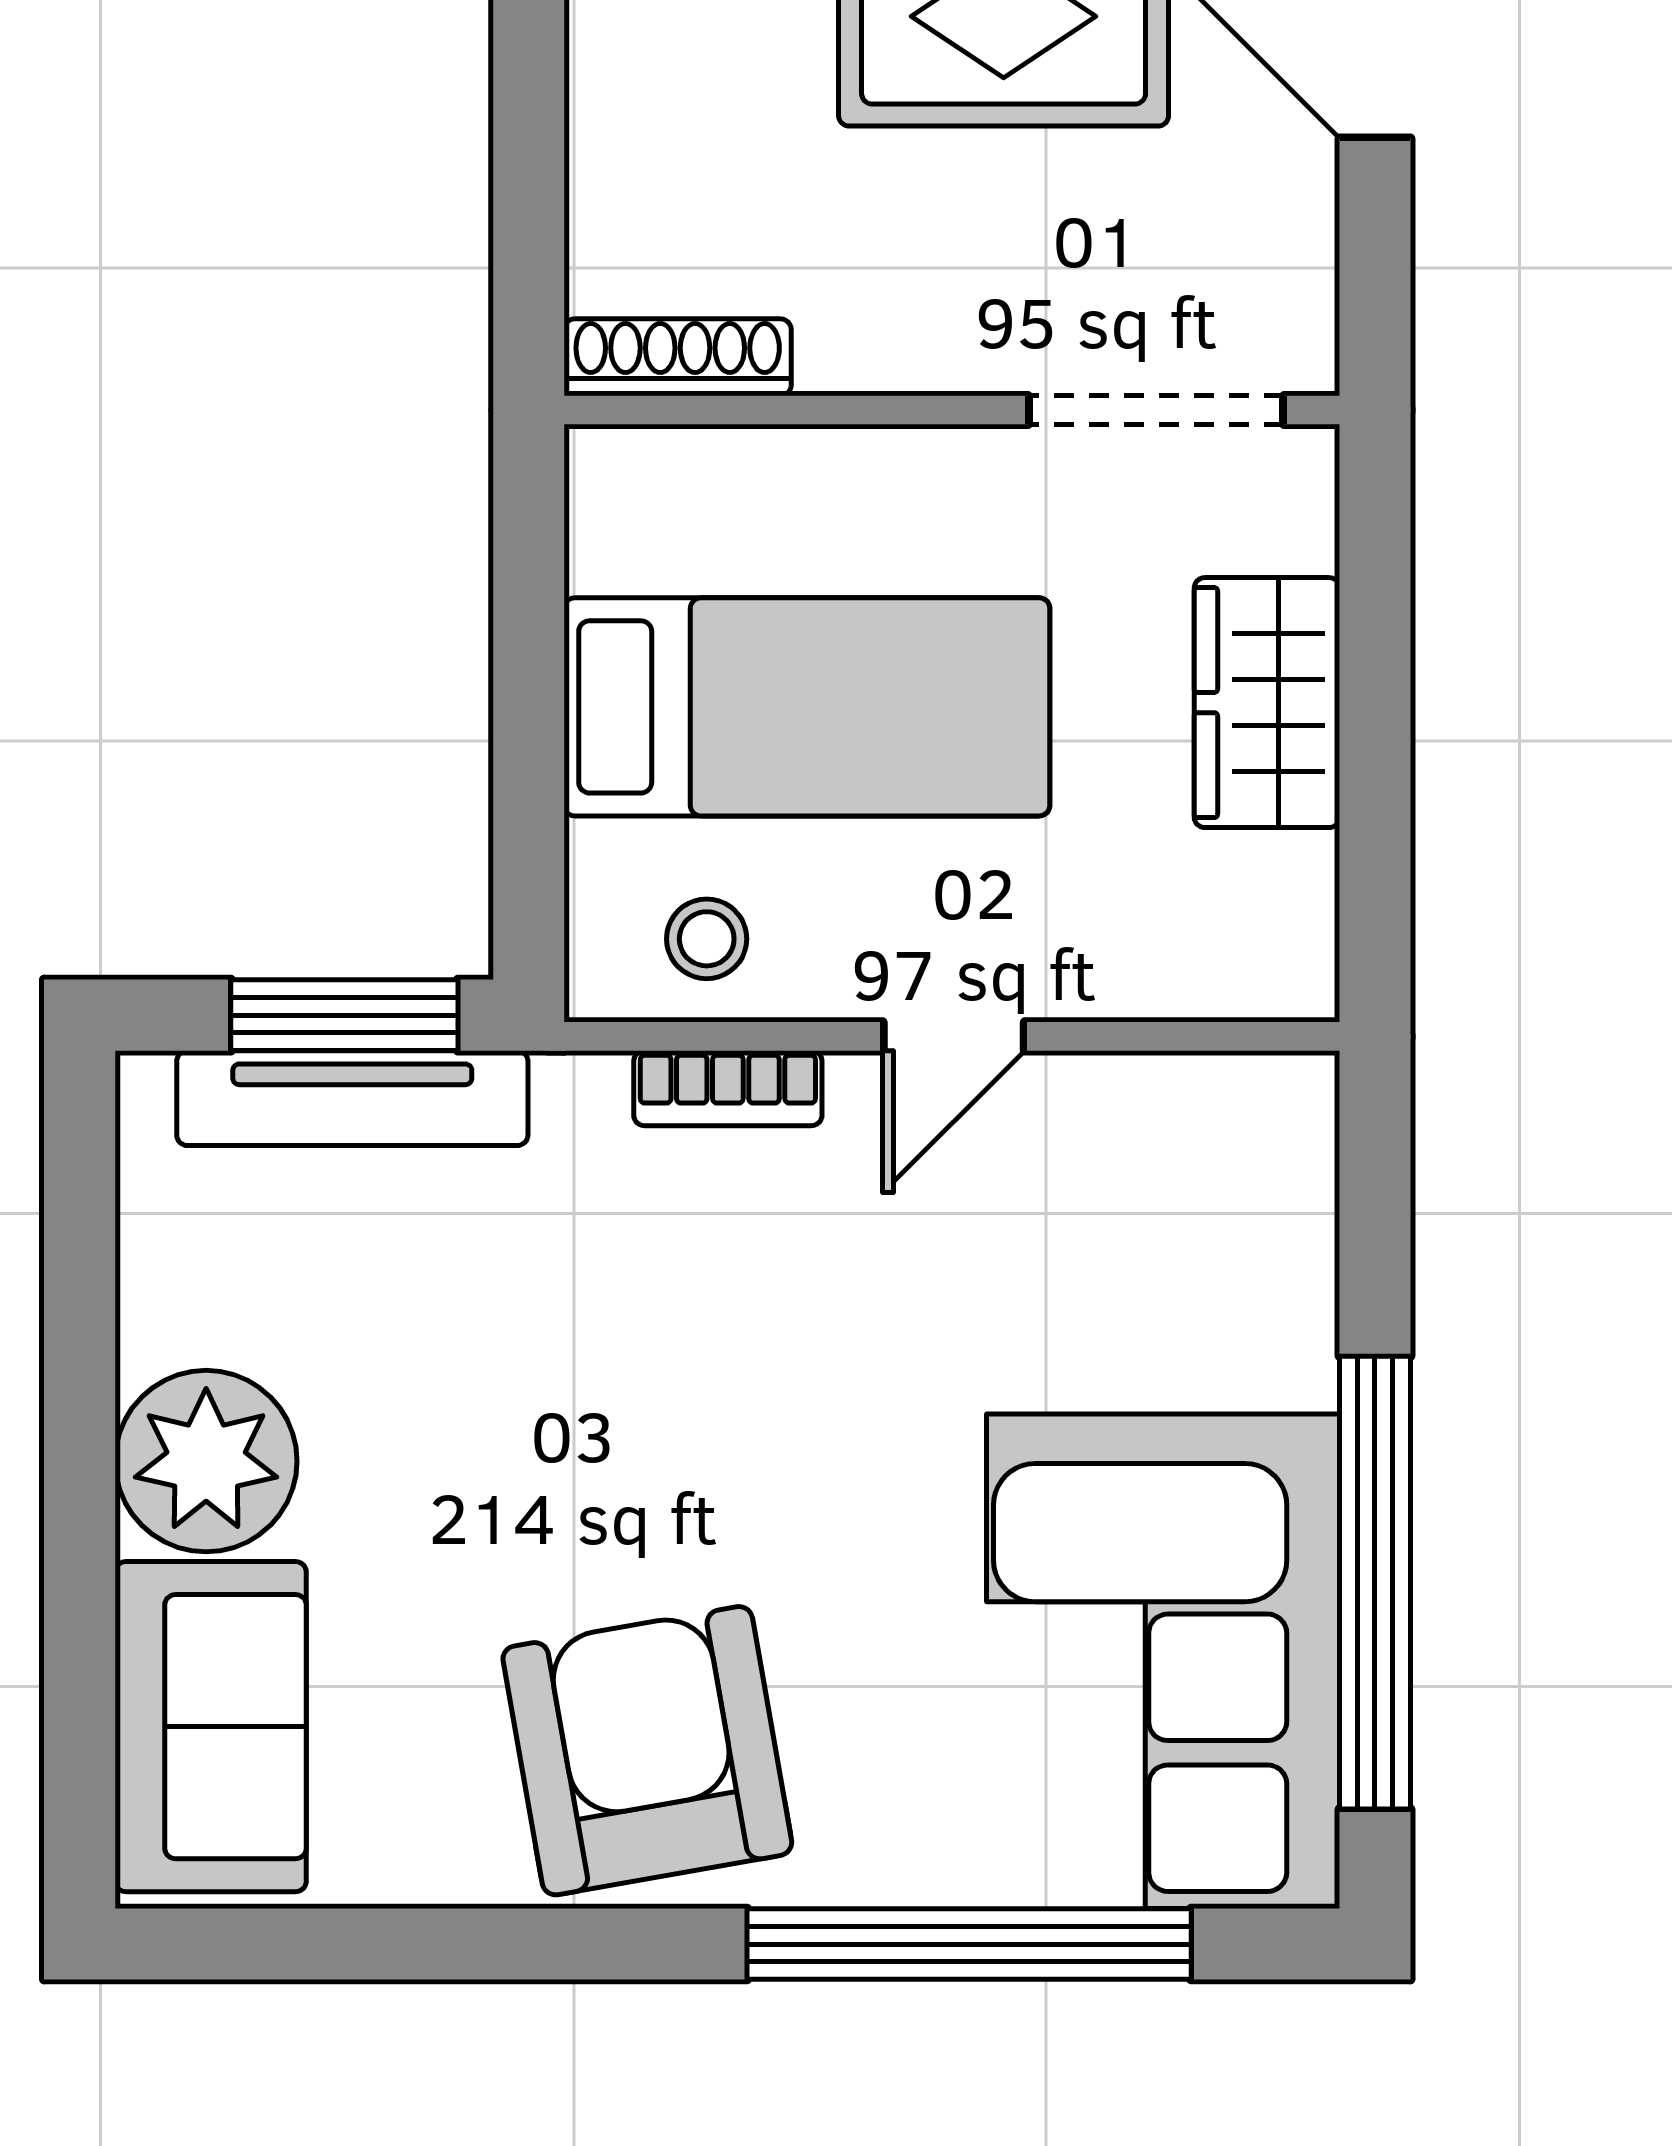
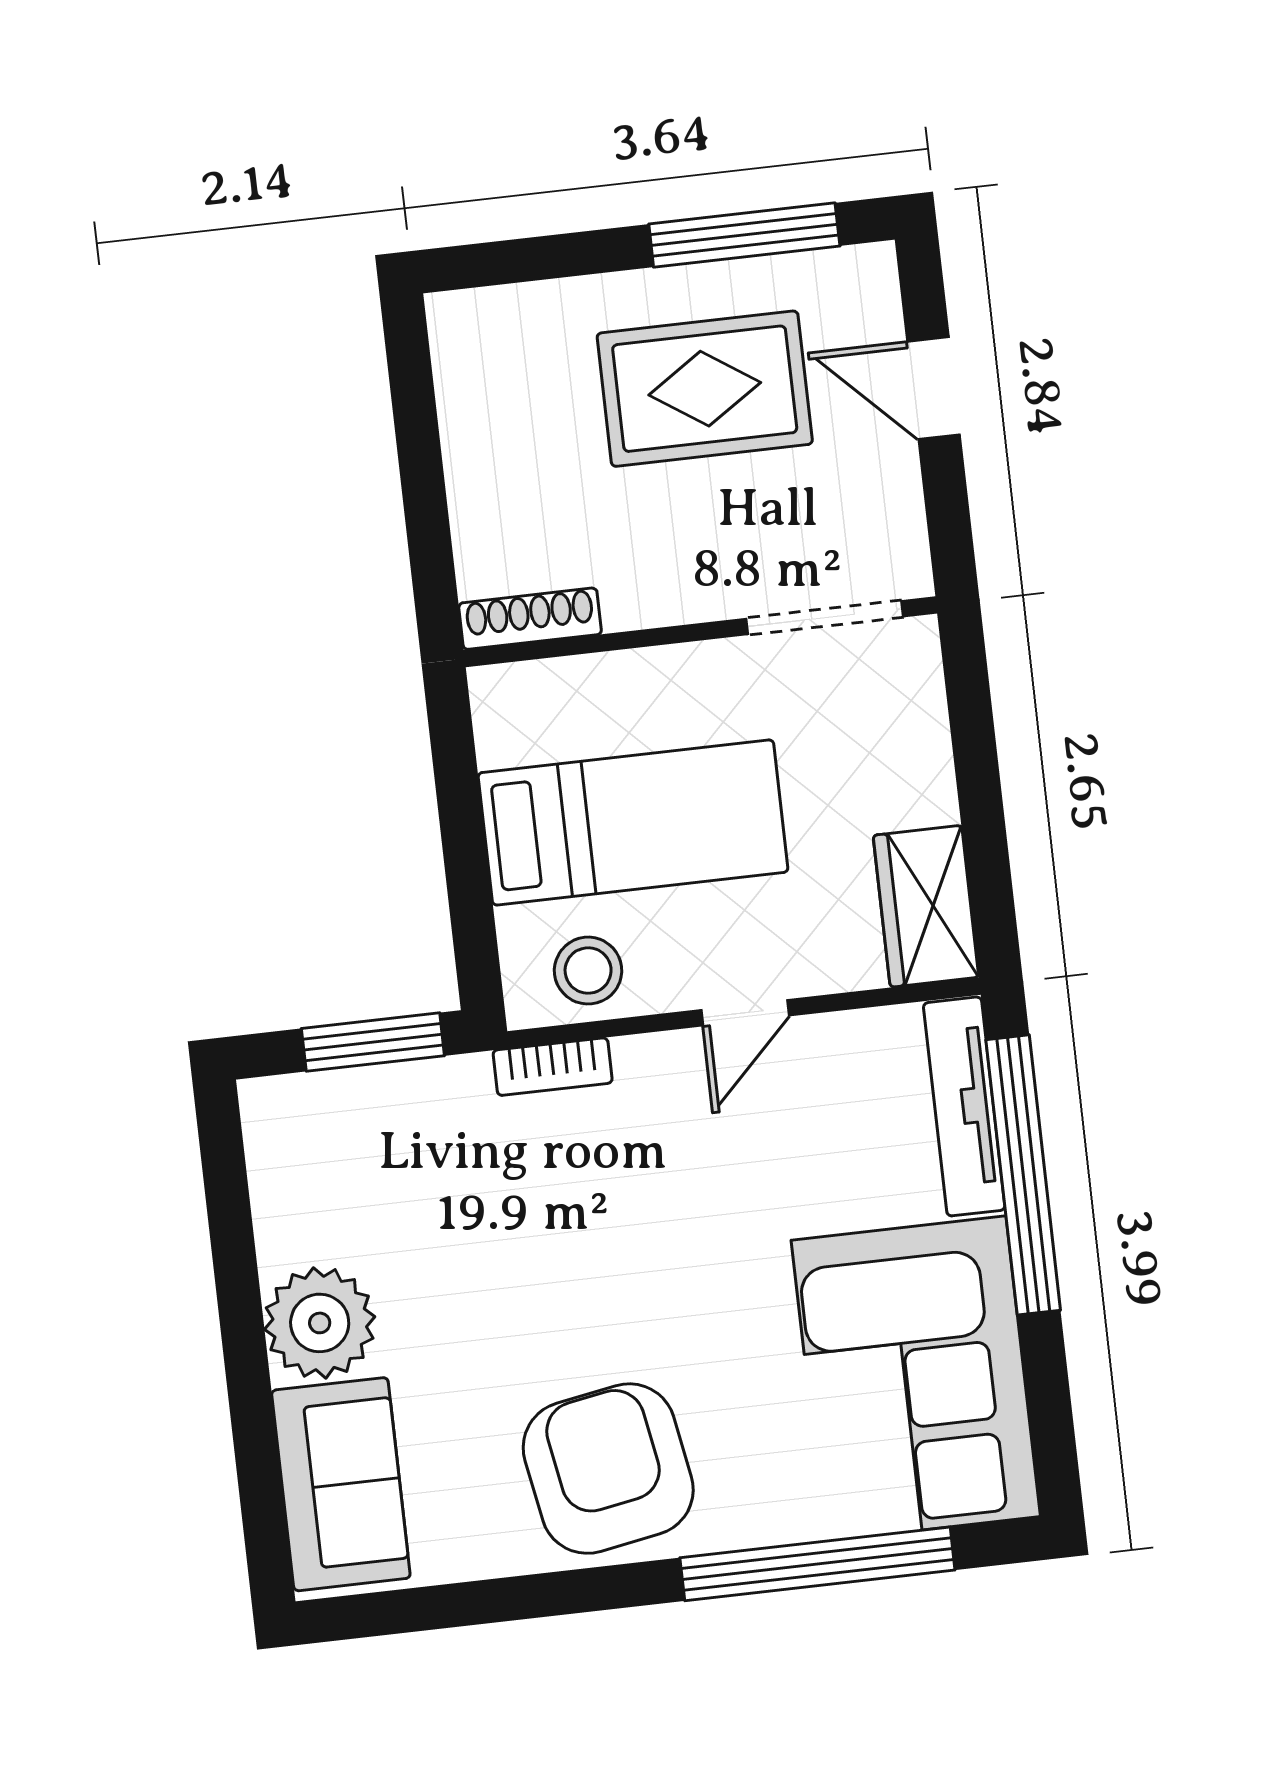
wardrobe: (1267, 703) -> (926, 906), moved
stool: (707, 939) -> (588, 971), width x1.37, depth x1.37
bookcase: (728, 1088) -> (553, 1067), moved
tv unit: (352, 1098) -> (964, 1106), moved, turned 90
window: (1375, 1583) -> (1023, 1175), moved

